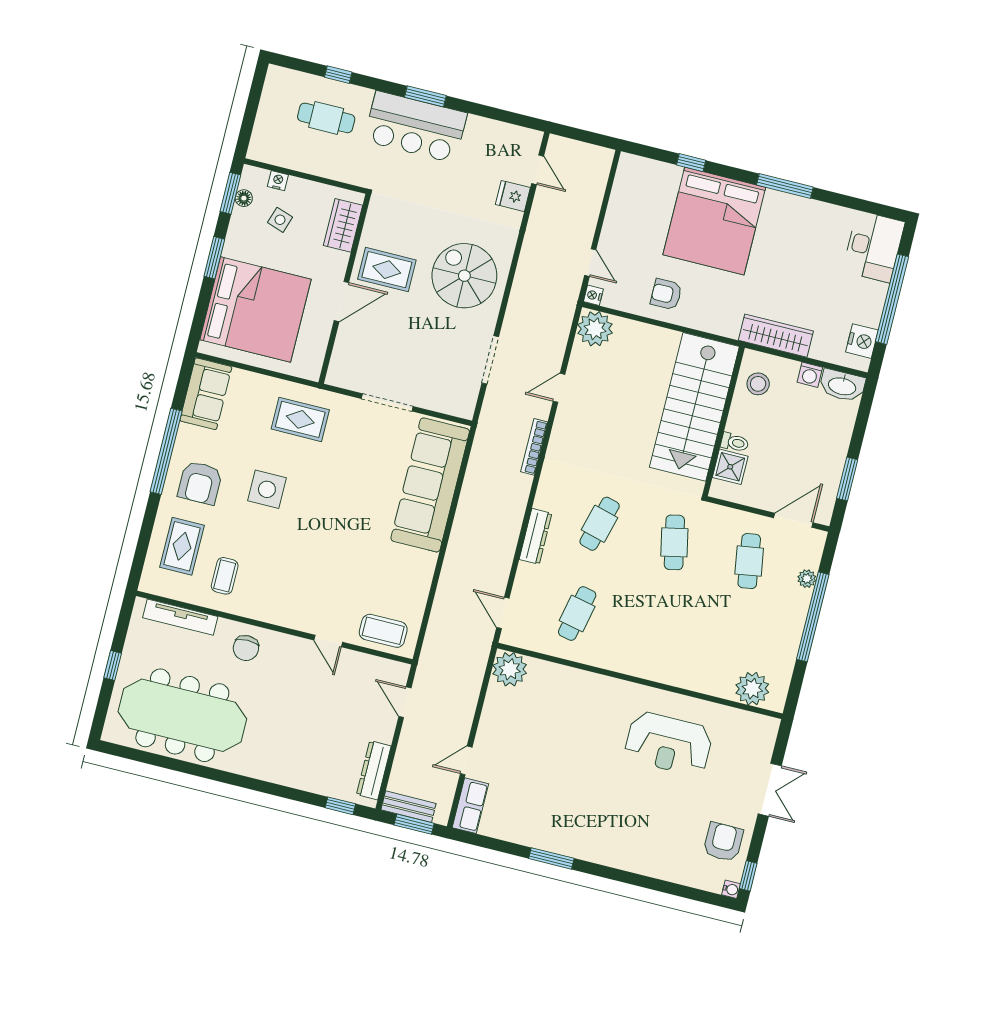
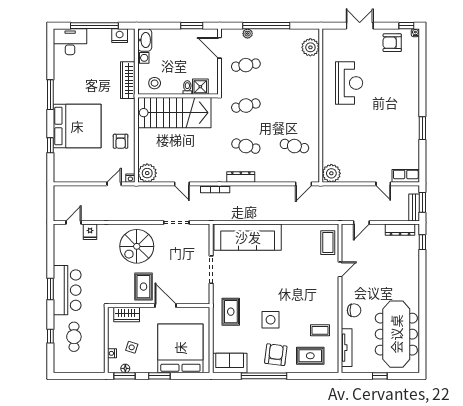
armchair: (200, 483) -> (276, 355), turned -83
dresser: (536, 536) -> (241, 177), moved

